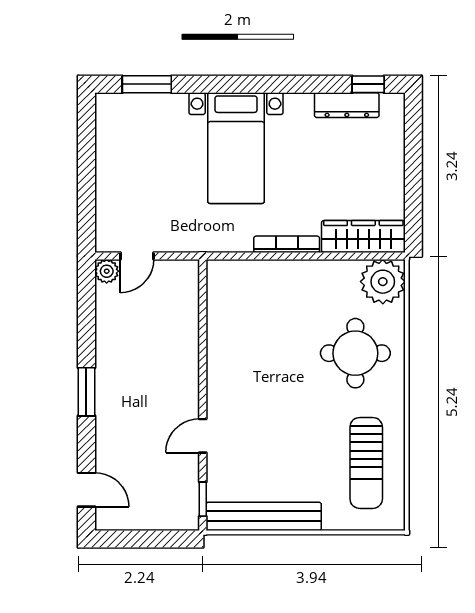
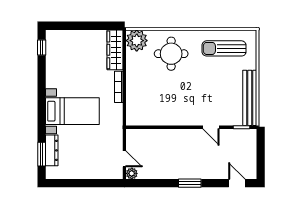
dresser: (347, 105) -> (52, 150), moved
sun lounger: (366, 463) -> (224, 48), turned 180
door: (86, 490) -> (237, 183), hinge flipped

